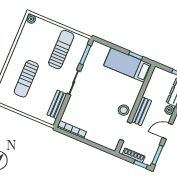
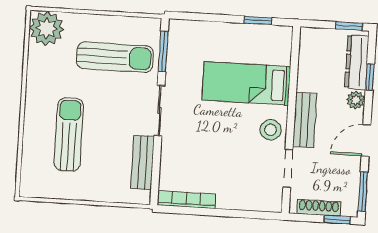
plant: (31, 19) -> (47, 28), width x1.88, depth x1.88
sun lounger: (61, 49) -> (115, 57), turned 90
bed: (128, 65) -> (246, 83), moved
sun lounger: (26, 79) -> (69, 135), turned 180

